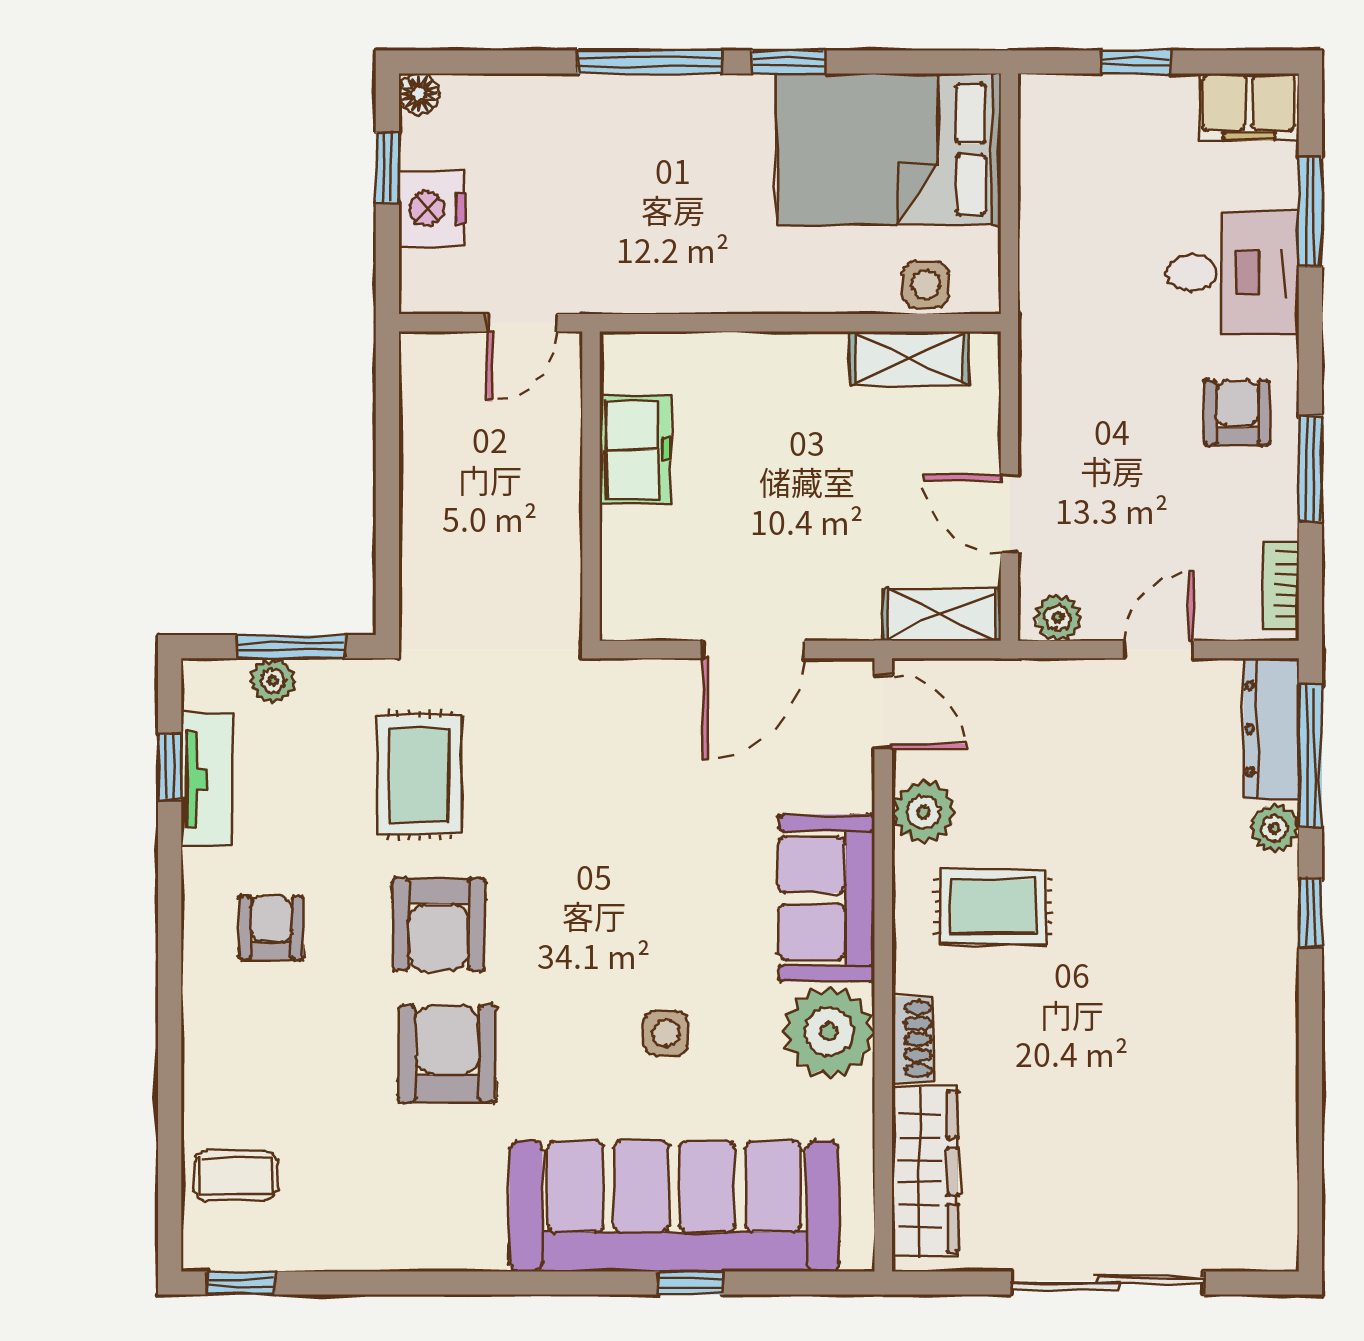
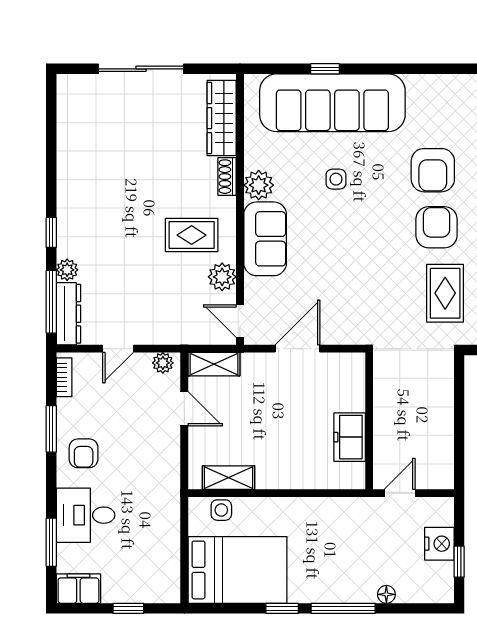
floor lamp: (419, 94) -> (386, 594), moved
plant: (829, 1032) -> (259, 185), width x0.73, depth x0.73

